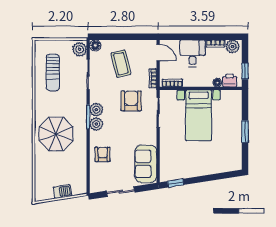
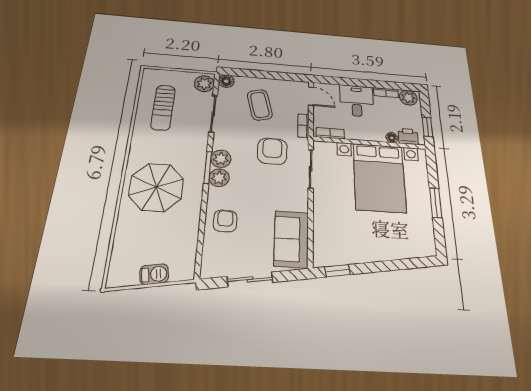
bed with nightstands: (199, 115) -> (379, 177), width x1.36

